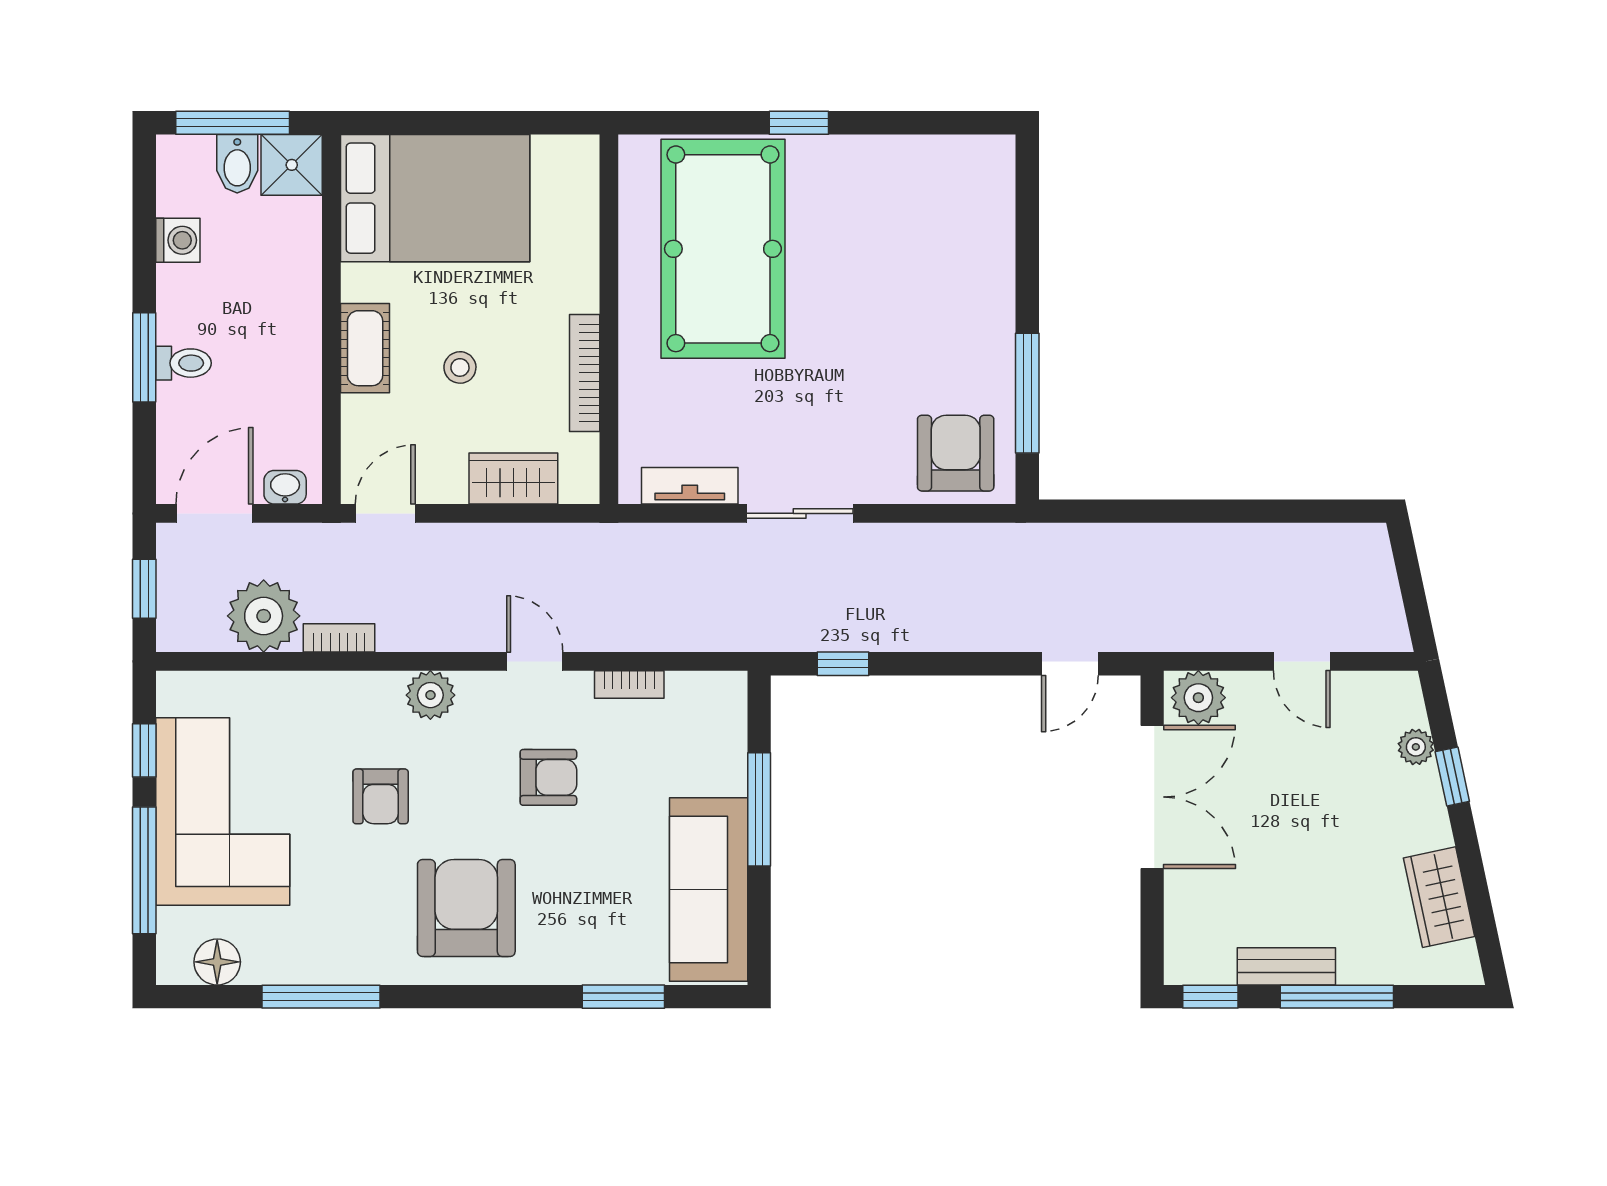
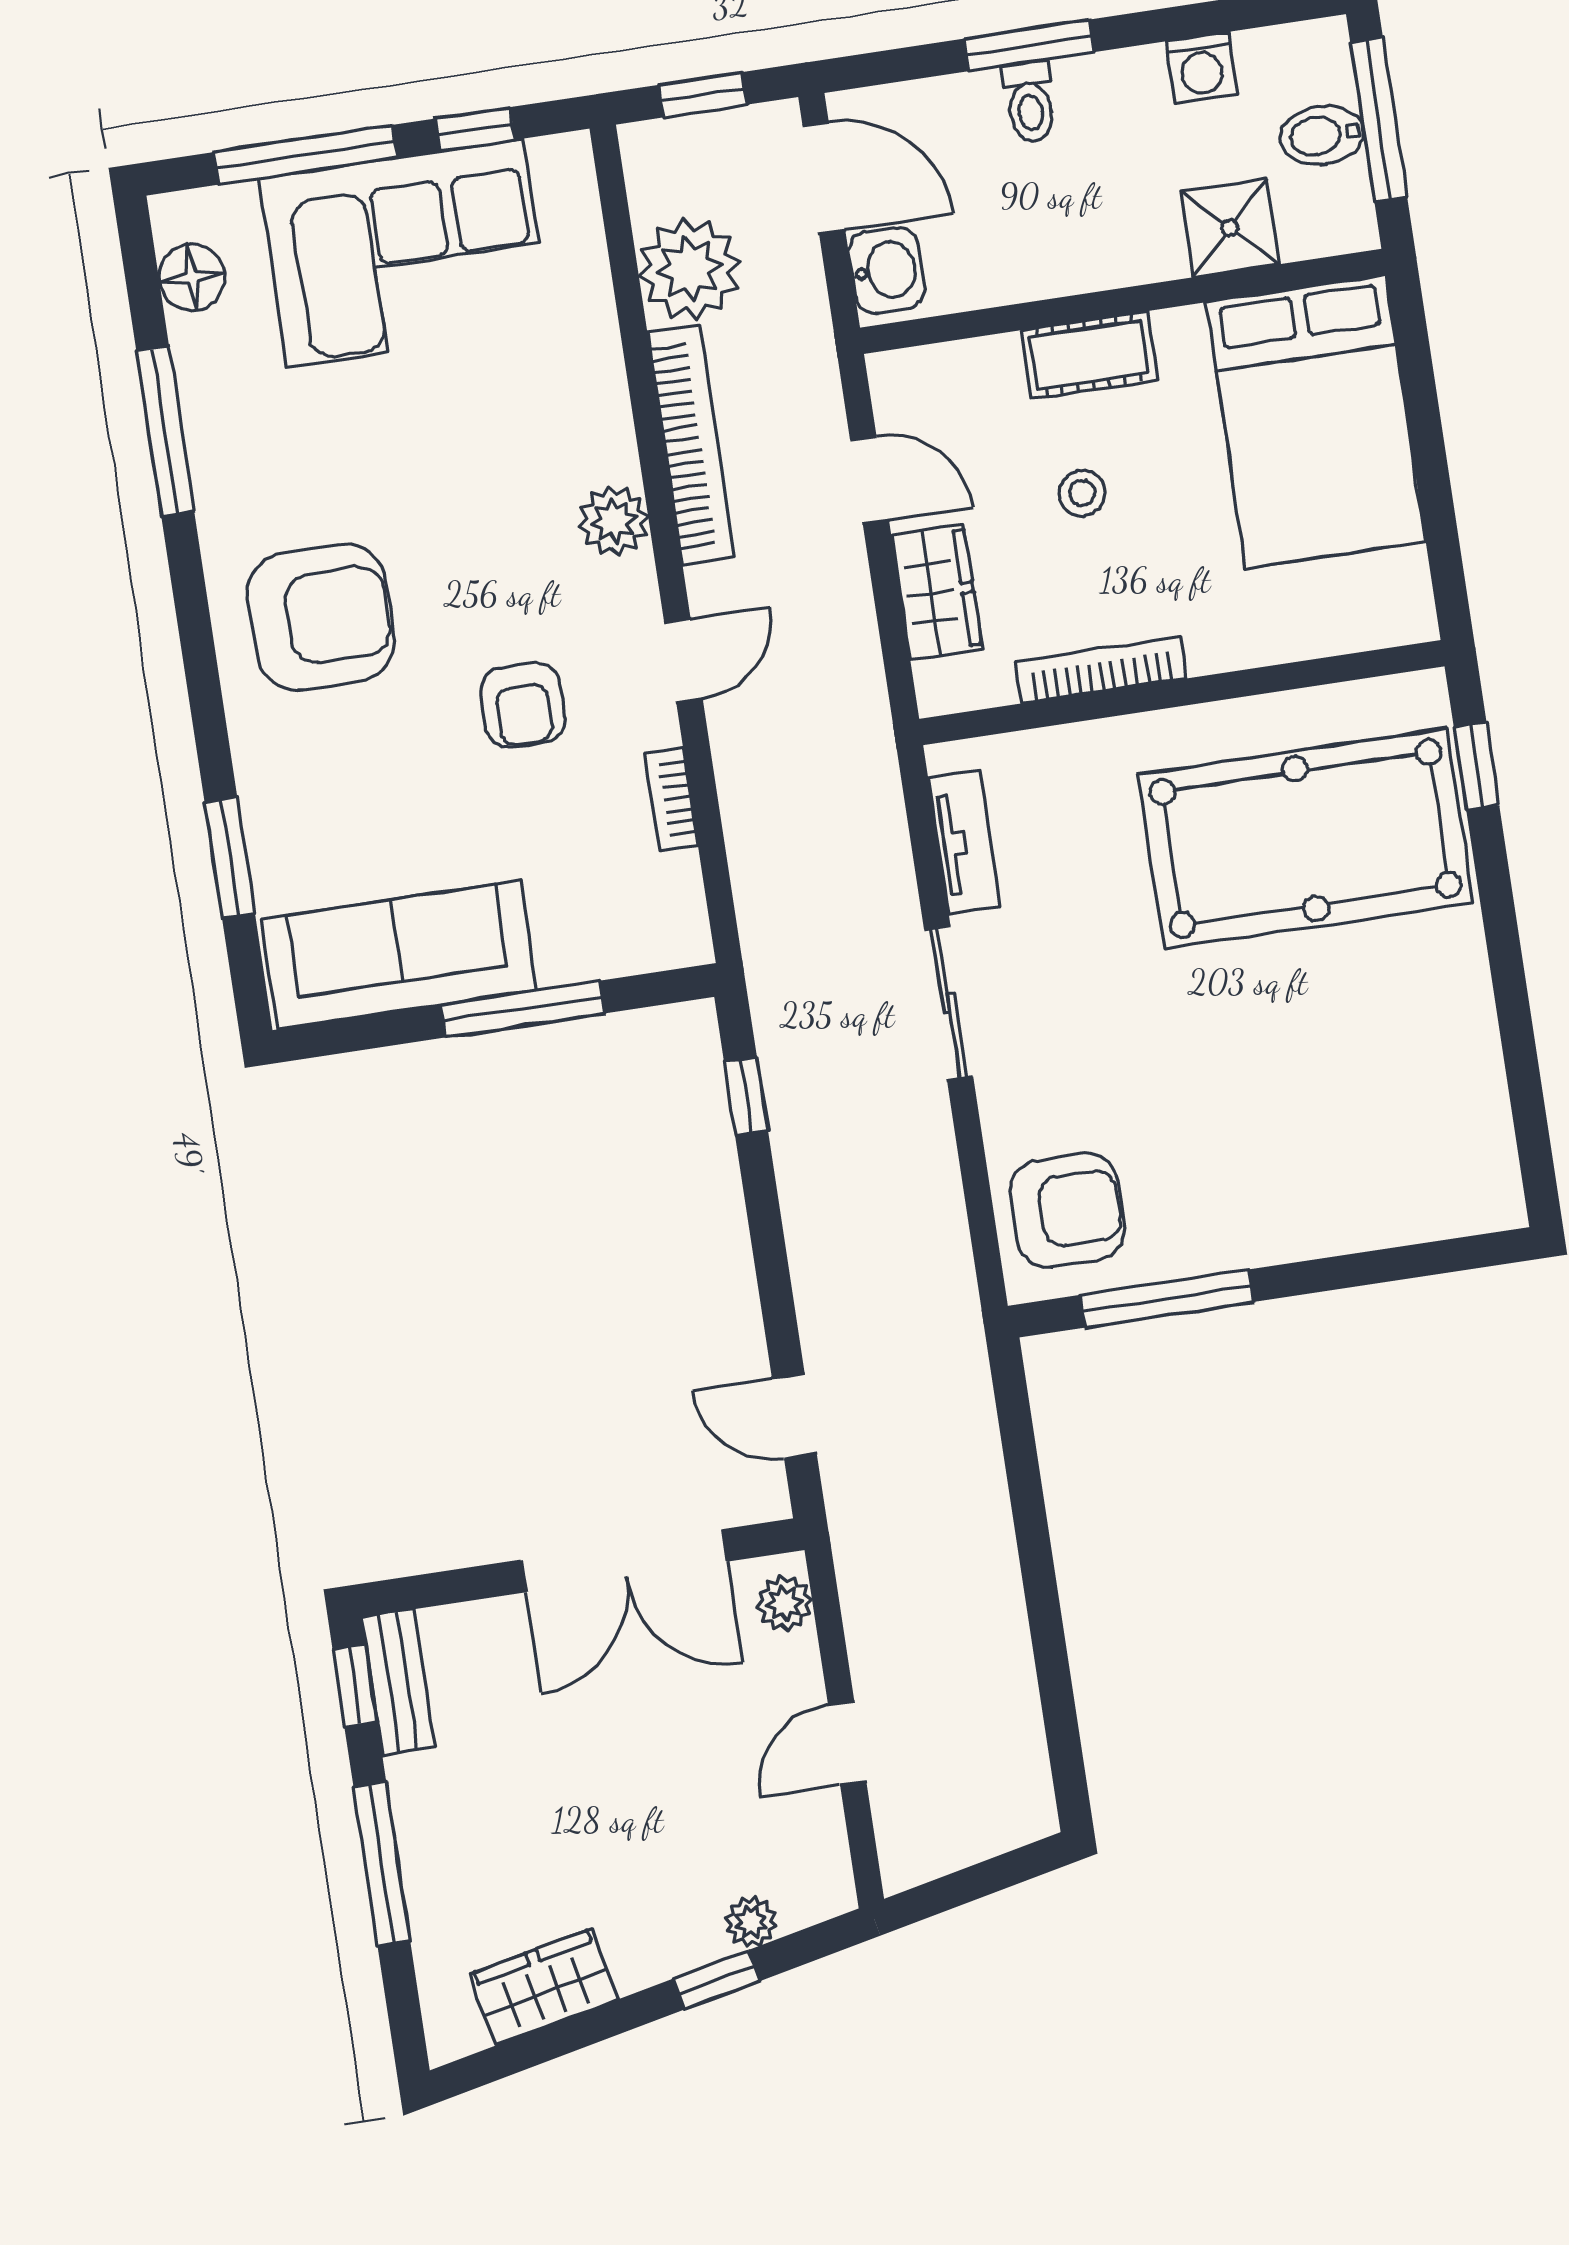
window: (799, 123) -> (1476, 766), moved
shower: (292, 165) -> (1230, 228), moved
washbasin: (285, 487) -> (887, 270), width x1.38, depth x1.45
door: (385, 513) -> (870, 480), moved
bookcase: (339, 638) -> (691, 445), width x2.31, depth x1.31
plant: (1198, 698) -> (784, 1603), width x0.73, depth x0.73
armchair: (381, 796) -> (460, 472), removed
bench: (1286, 966) -> (398, 1682), moved

